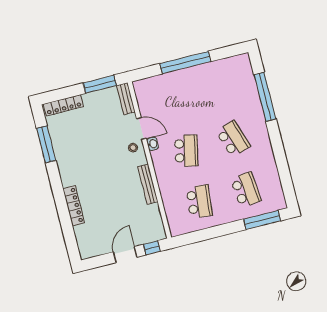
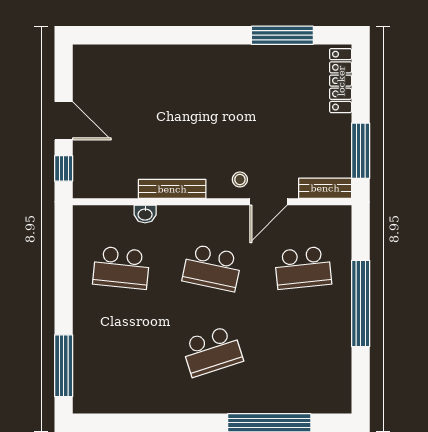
washbasin: (153, 144) -> (145, 214), moved
school desk: (246, 190) -> (303, 268), moved
locker: (74, 206) -> (168, 55), removed

